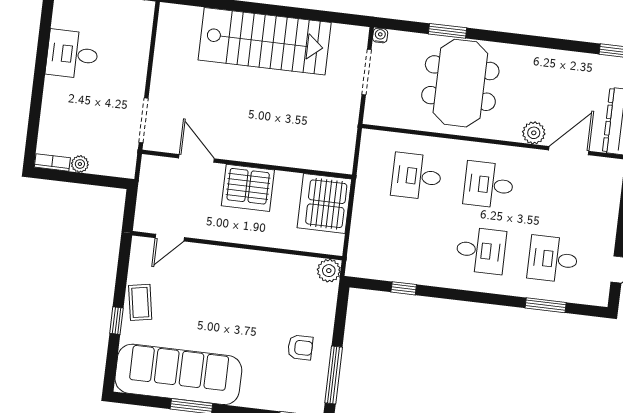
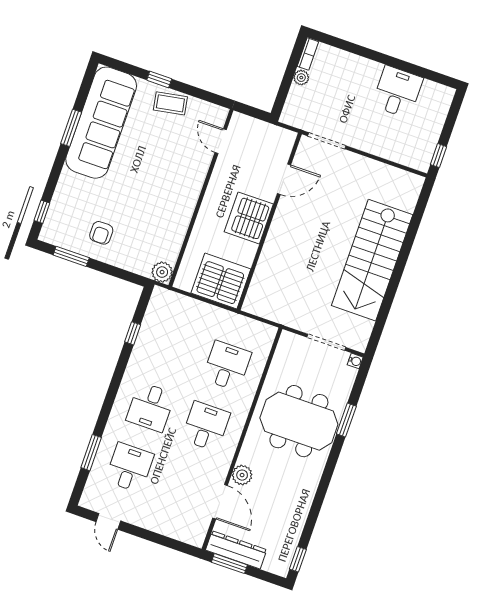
window: (334, 375) -> (71, 256), width x0.69

